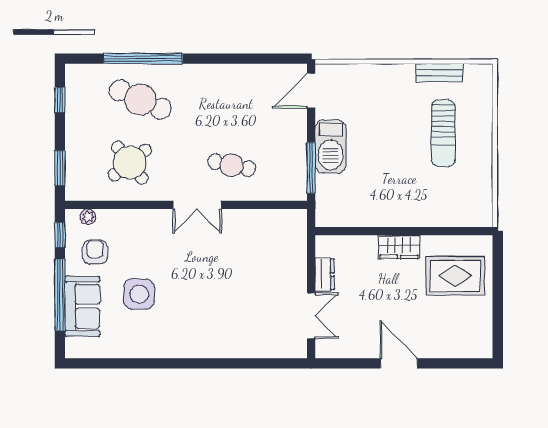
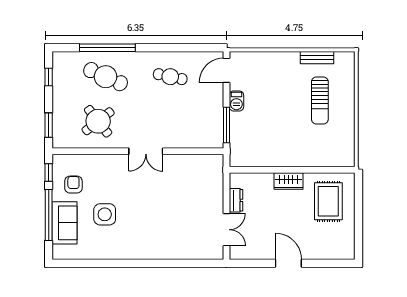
barbecue: (331, 146) -> (236, 101), width x0.53, depth x0.65
cafe table: (232, 165) -> (170, 77), moved
plant: (88, 217) -> (68, 160), removed
rug: (455, 276) -> (328, 201), turned 90

